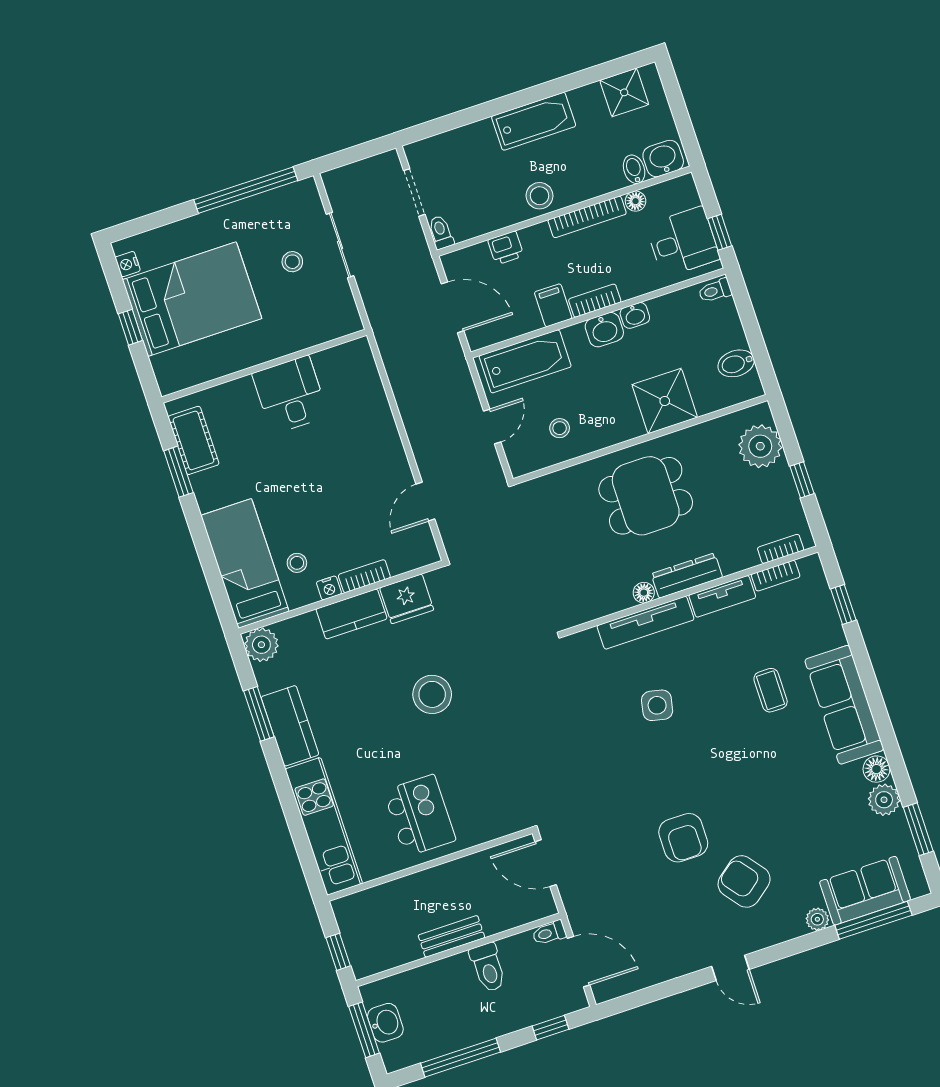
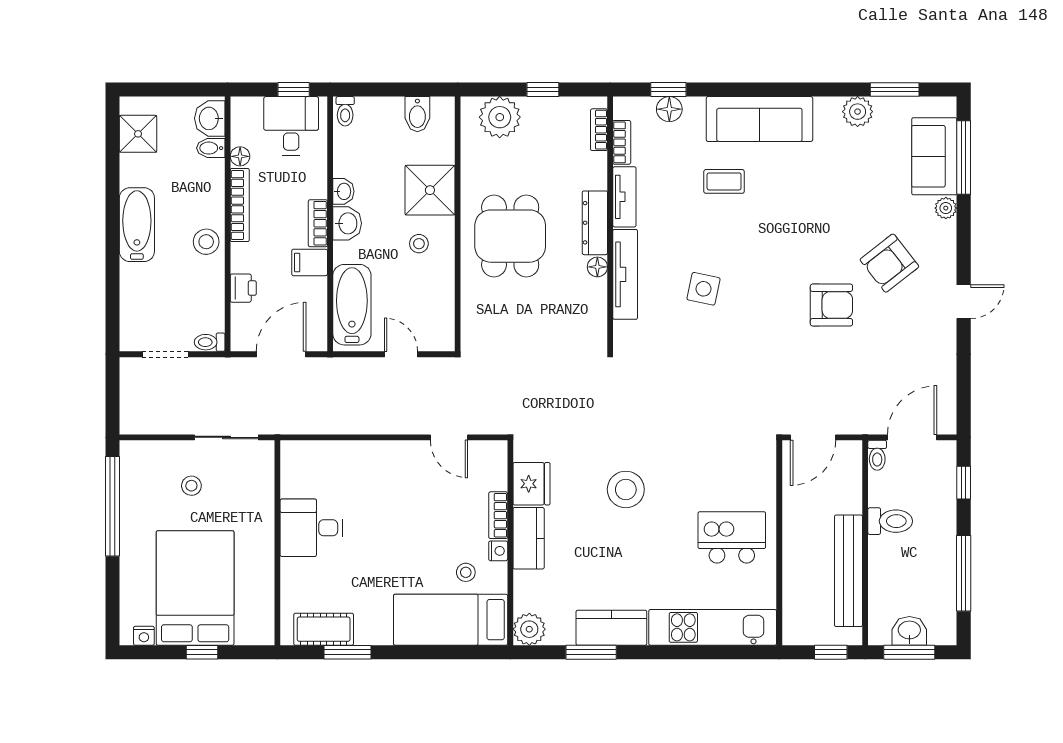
sliding door: (340, 245) -> (226, 437), moved
stool: (560, 428) -> (419, 244), moved
floor lamp: (877, 769) -> (669, 109), moved
bench: (451, 936) -> (849, 571), width x1.86, depth x1.21

